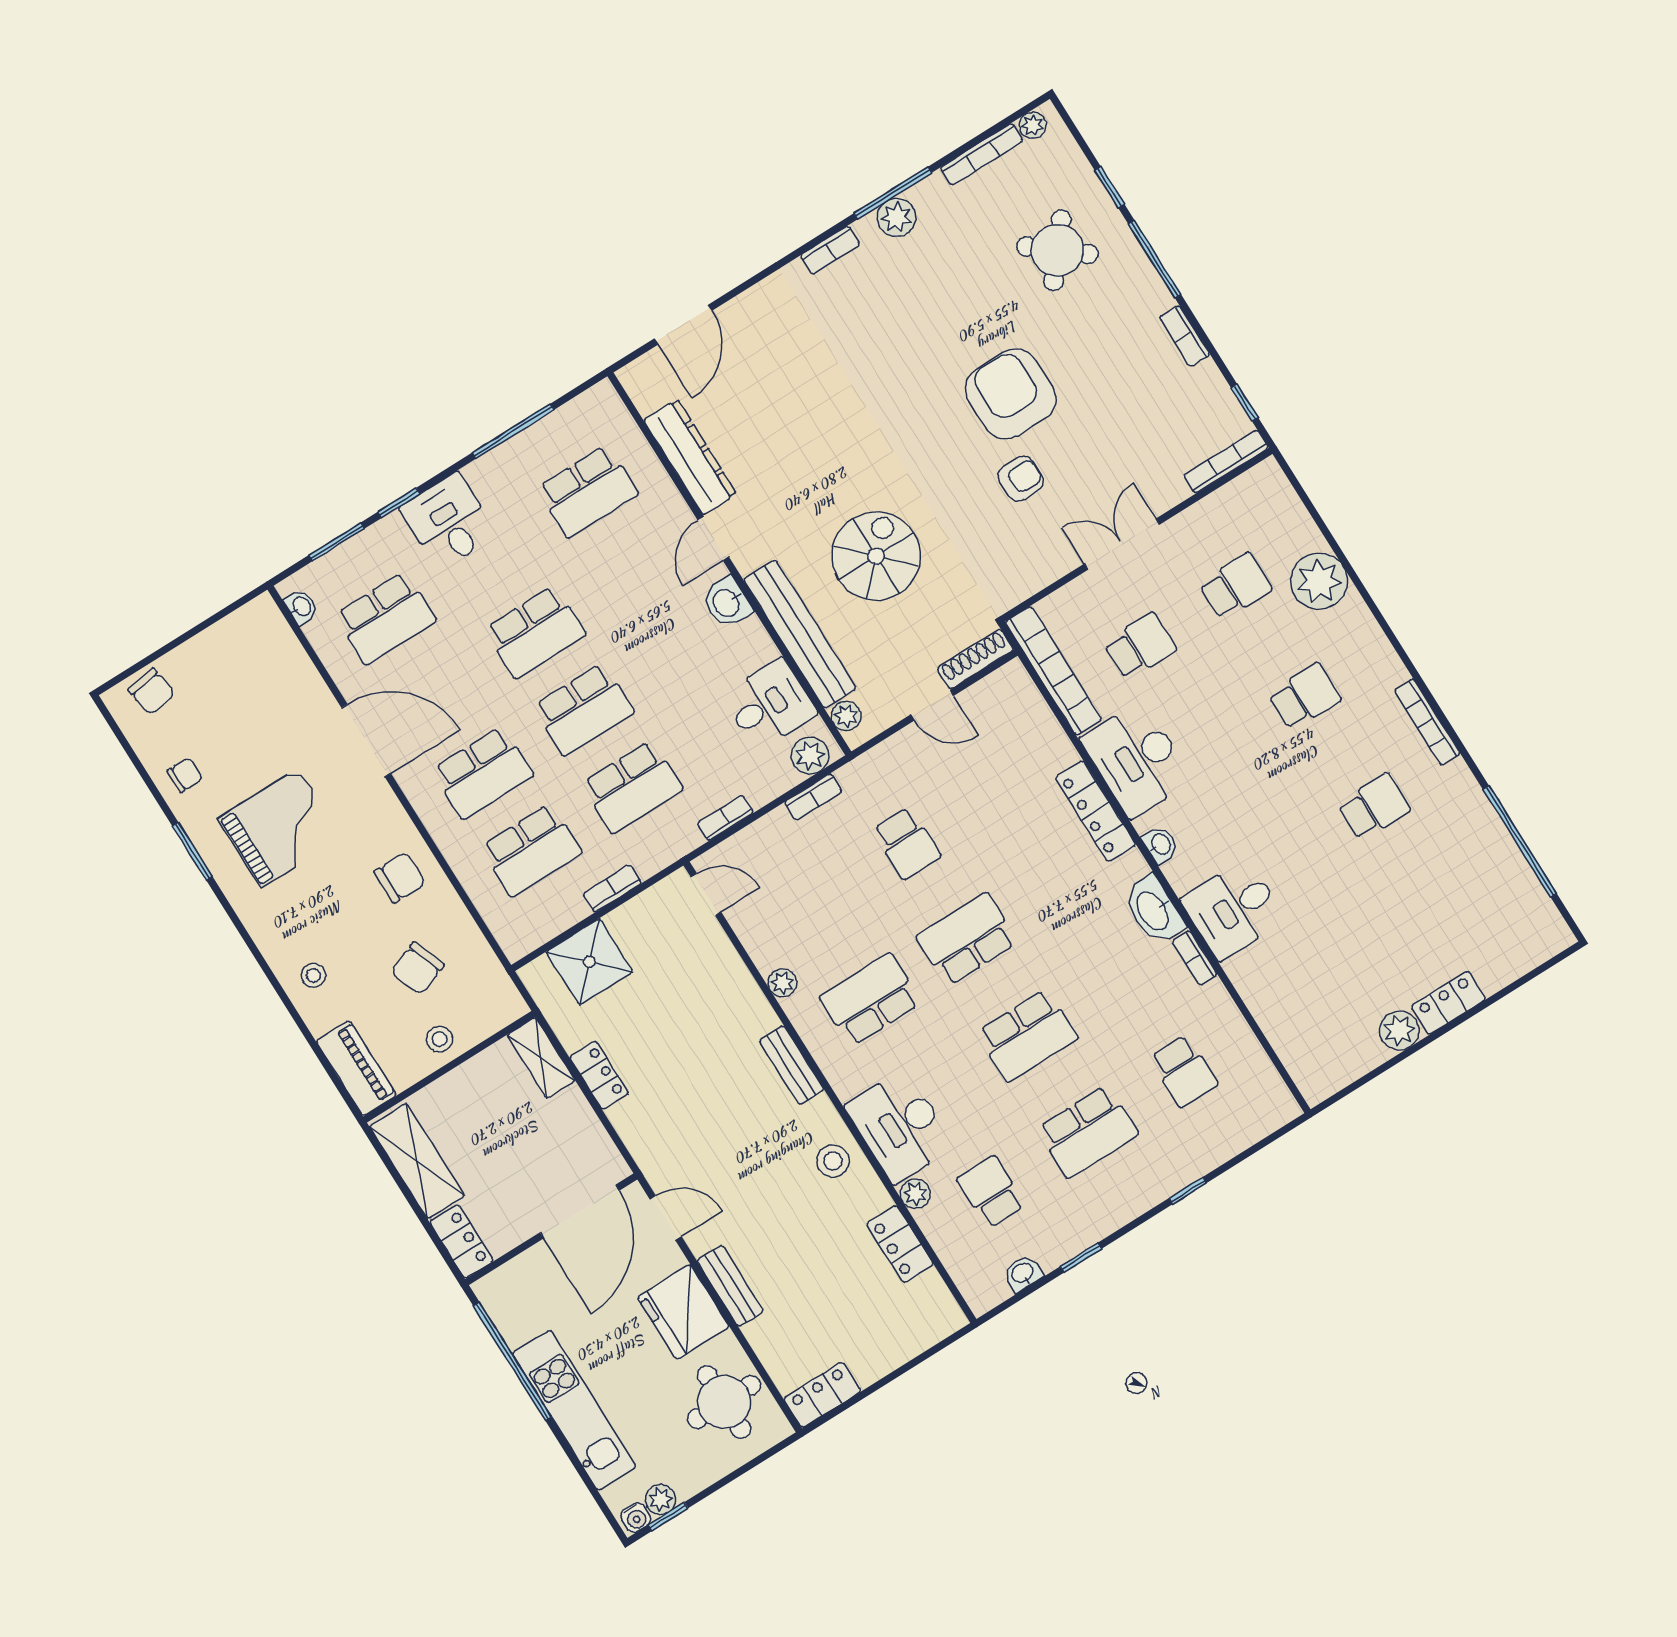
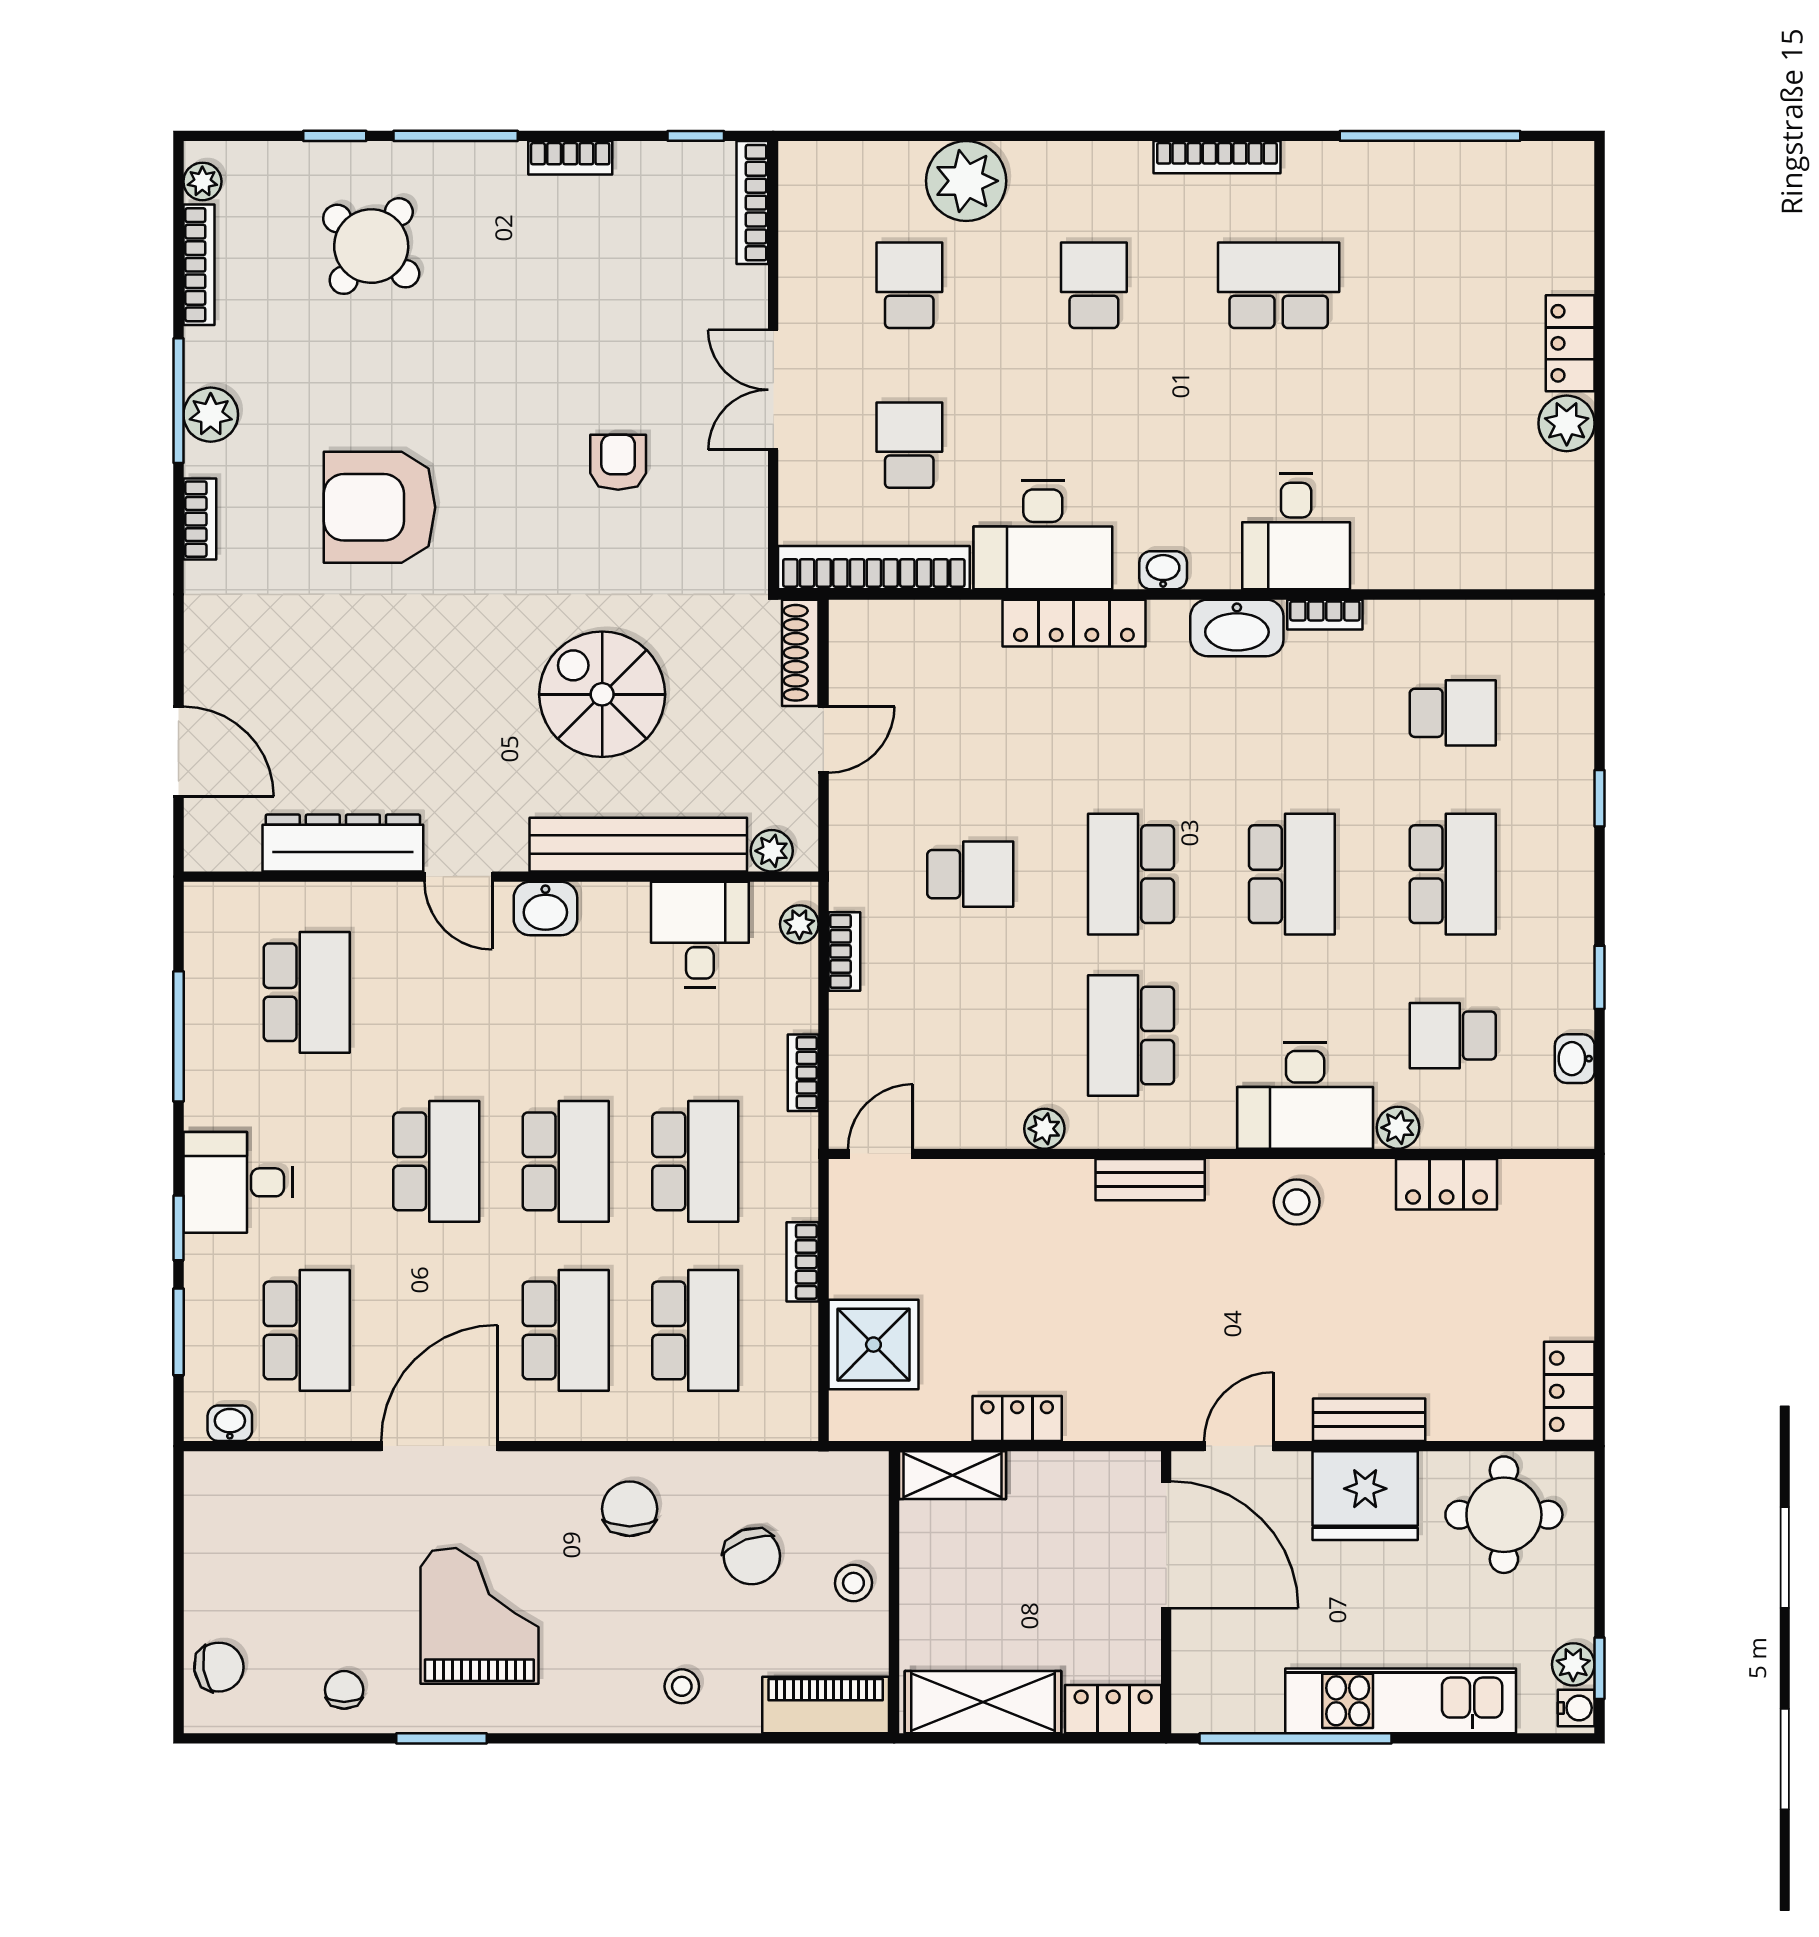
armchair: (1011, 394) -> (379, 507), moved
plant: (810, 756) -> (799, 924), width x0.73, depth x0.73
school desk: (1374, 807) -> (1279, 285), width x1.85

